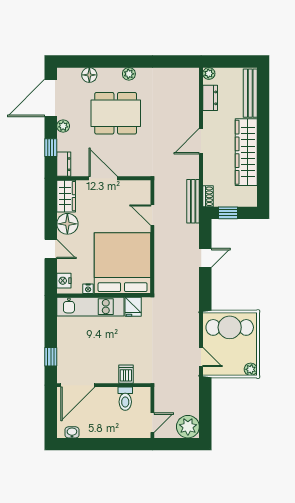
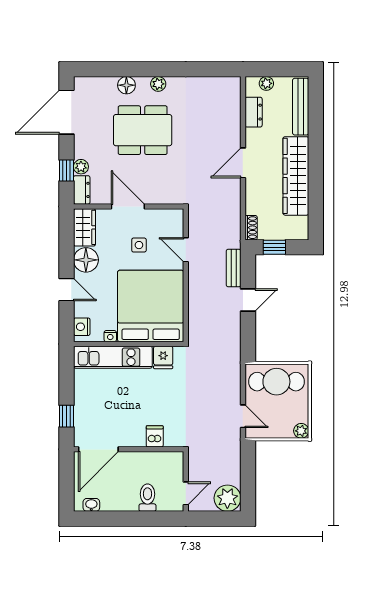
plant: (209, 73) -> (266, 83), moved
floor lamp: (89, 75) -> (126, 85), moved
plant: (63, 126) -> (81, 167), moved
bench: (193, 201) -> (234, 268), moved, width x0.73
side table: (113, 211) -> (139, 245), added
toilet: (125, 399) -> (147, 498), moved, turned 180

